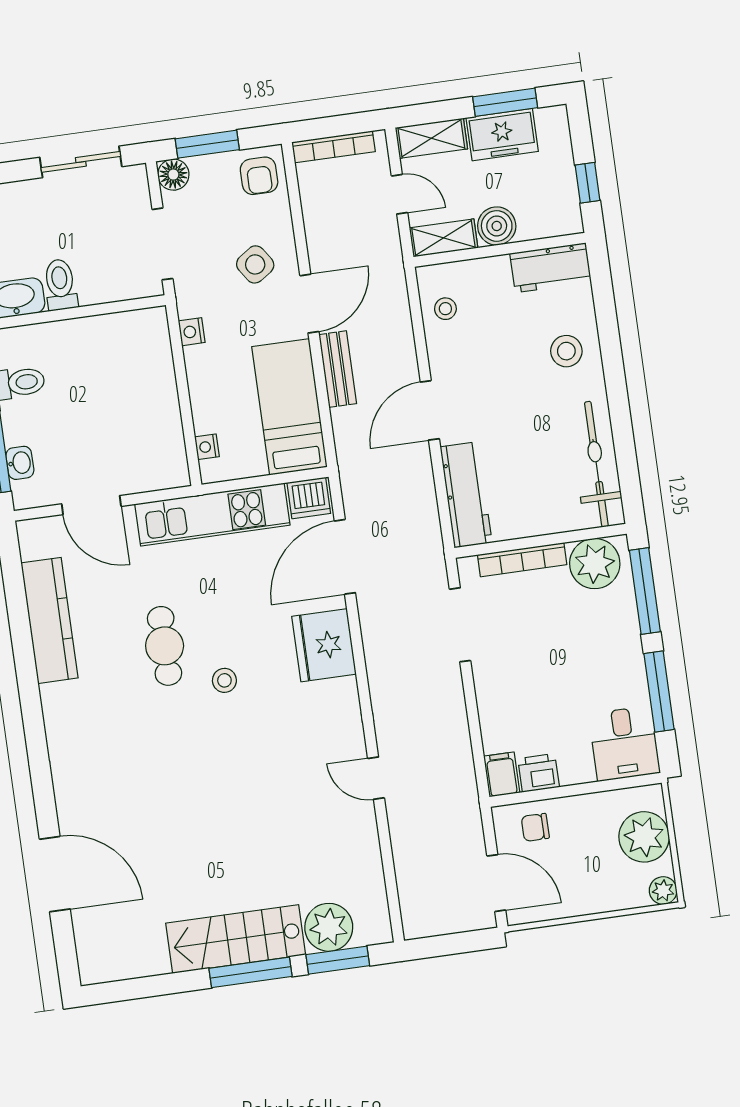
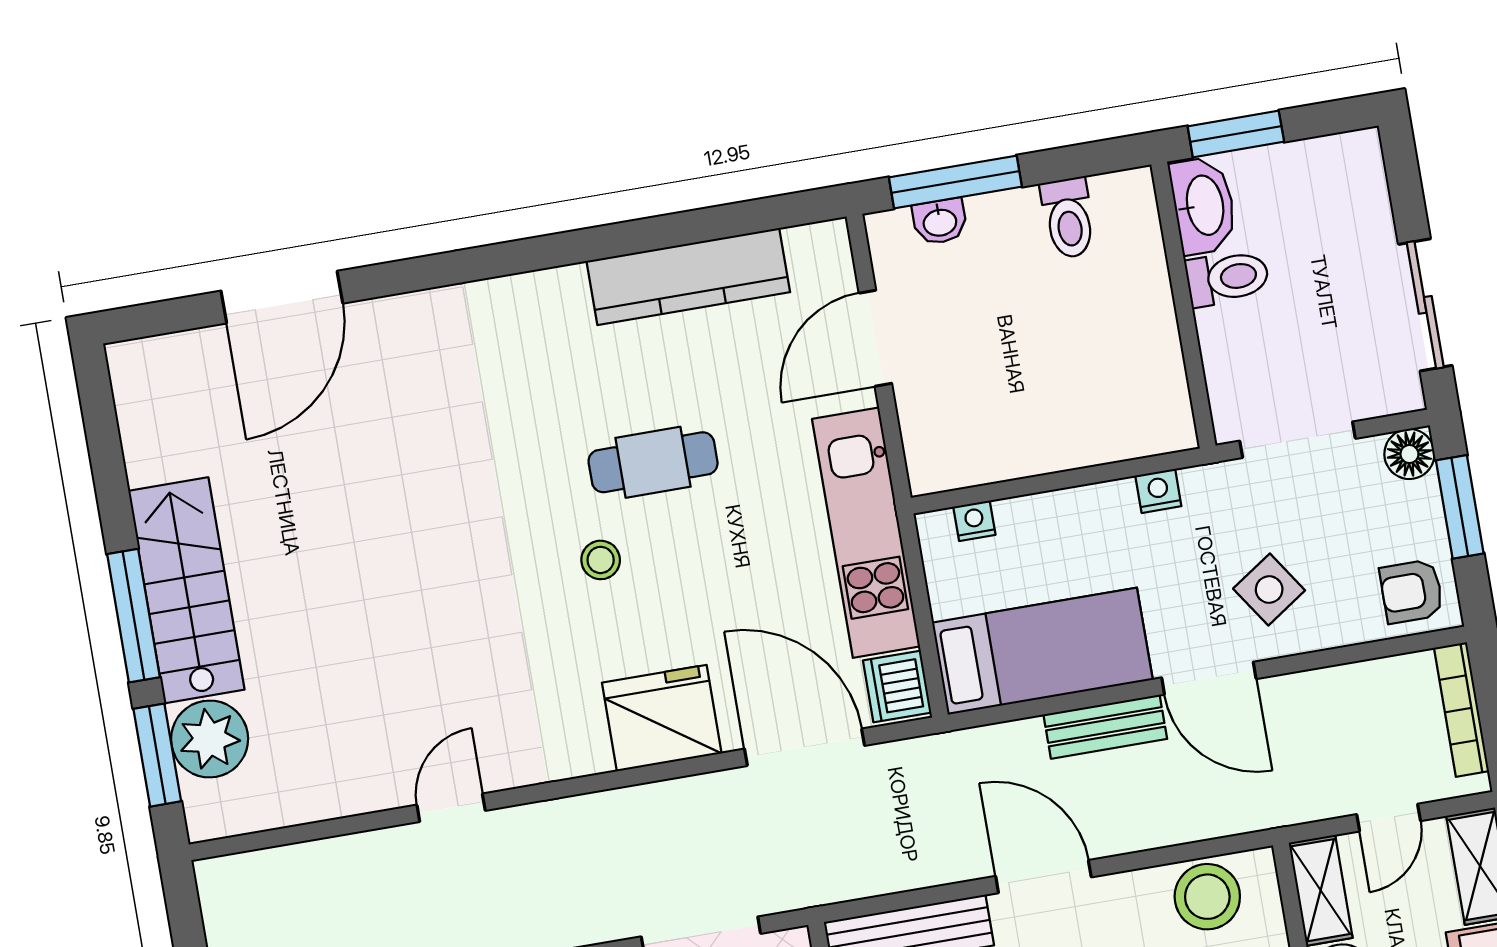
stool: (445, 309) -> (1207, 897), width x1.89, depth x1.89

